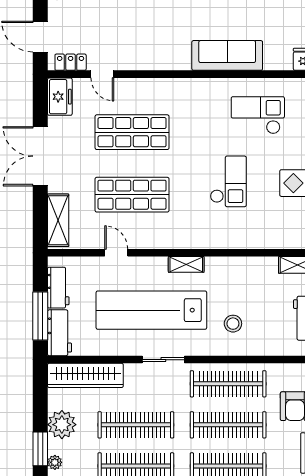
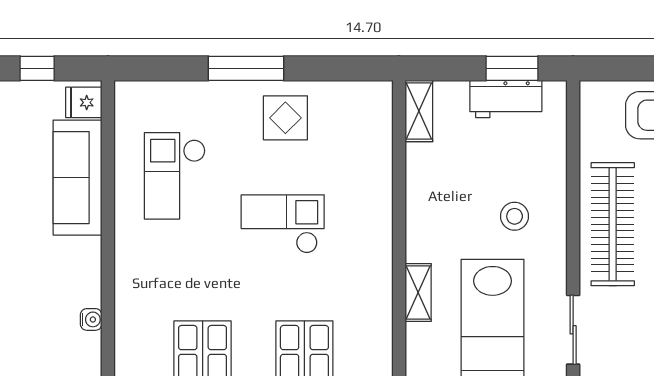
sofa: (227, 55) -> (77, 178), moved
water cooler: (170, 64) -> (91, 319), added

